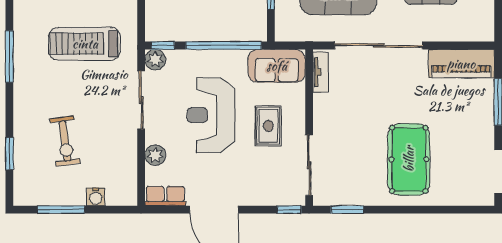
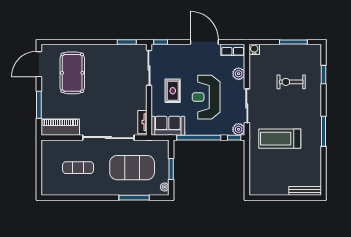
treadmill: (85, 44) -> (280, 139), turned 180
reception desk: (211, 115) -> (206, 97), turned 180
exercise bike: (65, 141) -> (291, 82), turned -82
pool table: (409, 159) -> (72, 73), moved
water cooler: (96, 197) -> (254, 49), moved

